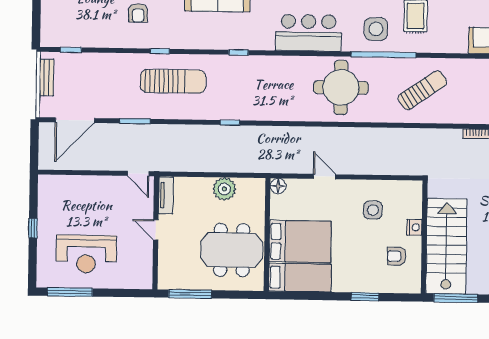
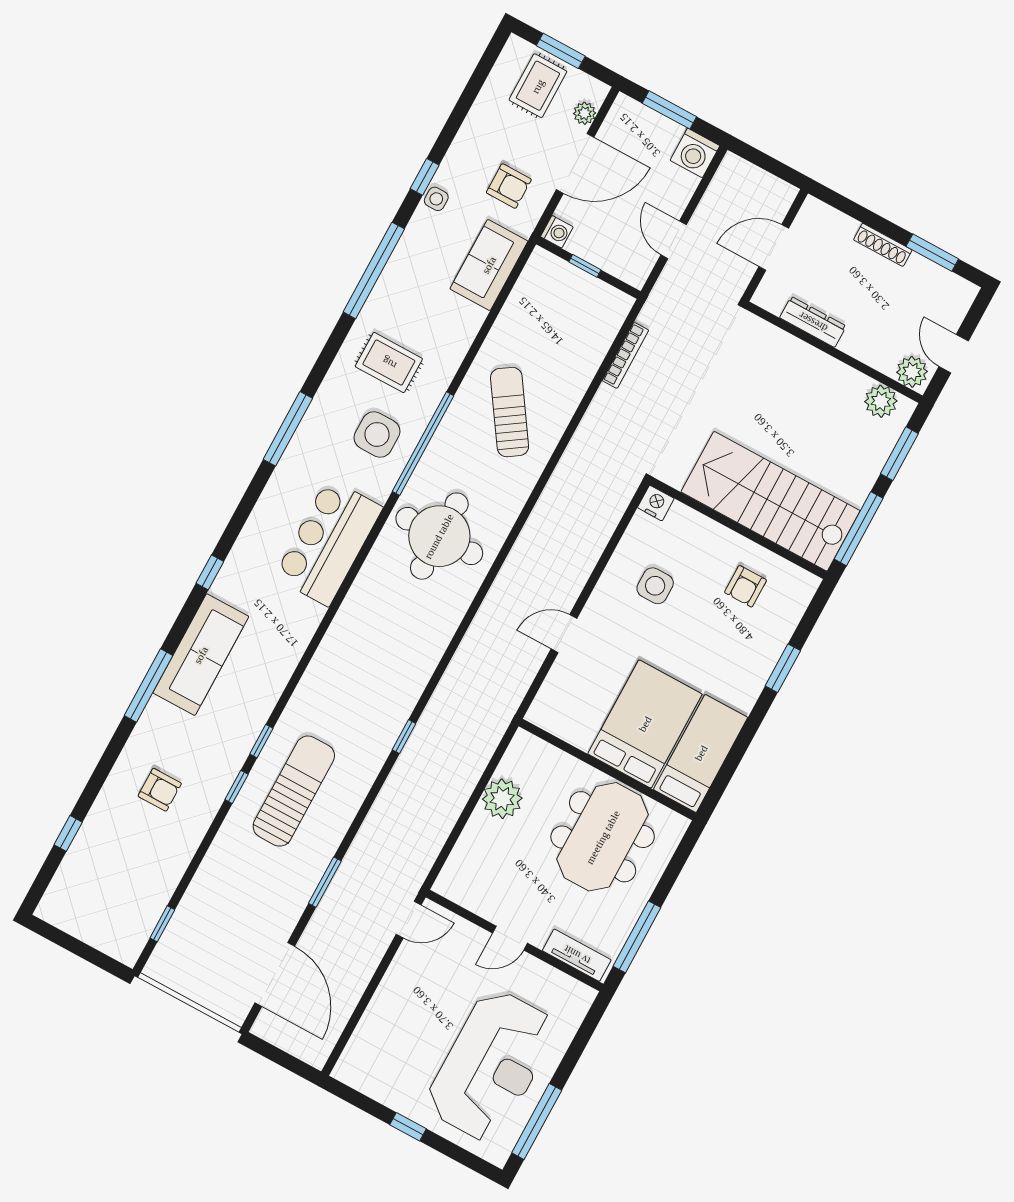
window: (239, 52) -> (261, 741), moved
bench: (47, 77) -> (185, 984), removed
floor lamp: (278, 186) -> (541, 713), removed
tv unit: (166, 195) -> (577, 955), moved
nightstand: (414, 227) -> (656, 503), moved
reception desk: (86, 254) -> (491, 1065), width x1.36, depth x1.30

